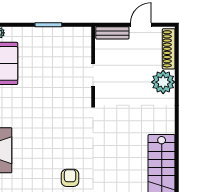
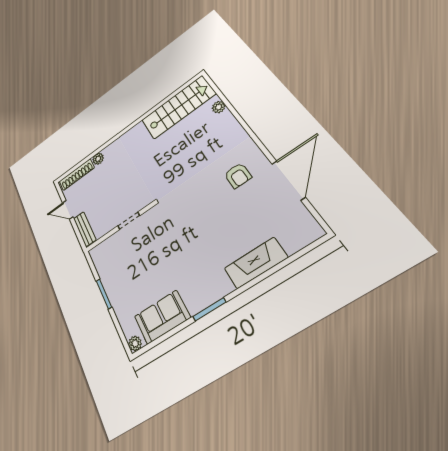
plant: (163, 82) -> (98, 159), width x0.53, depth x0.53
armchair: (70, 178) -> (238, 176), turned -90

